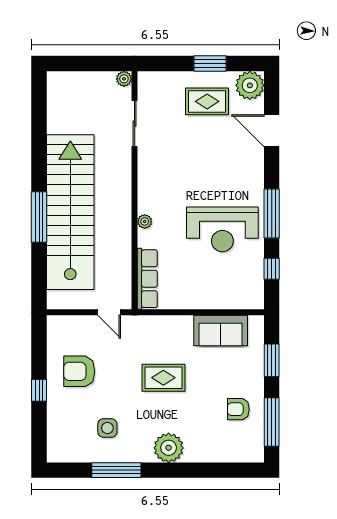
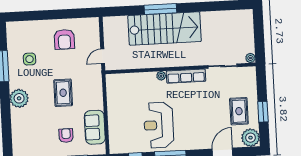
stairs: (70, 212) -> (165, 29), width x0.73
row of seats: (147, 279) -> (186, 76), moved
armchair: (79, 371) -> (64, 39), turned 180
window: (39, 390) -> (51, 15), removed
armchair: (238, 409) -> (66, 136), moved

